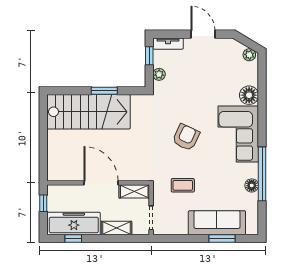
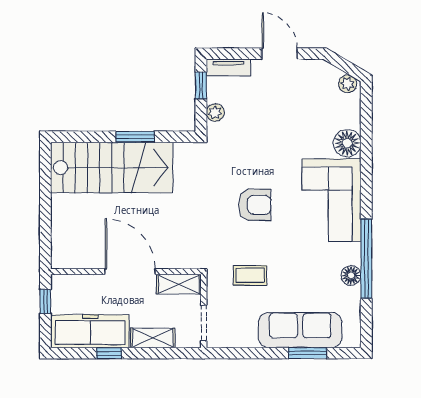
armchair: (186, 137) -> (255, 205), turned 65
window: (73, 238) -> (109, 353), moved

